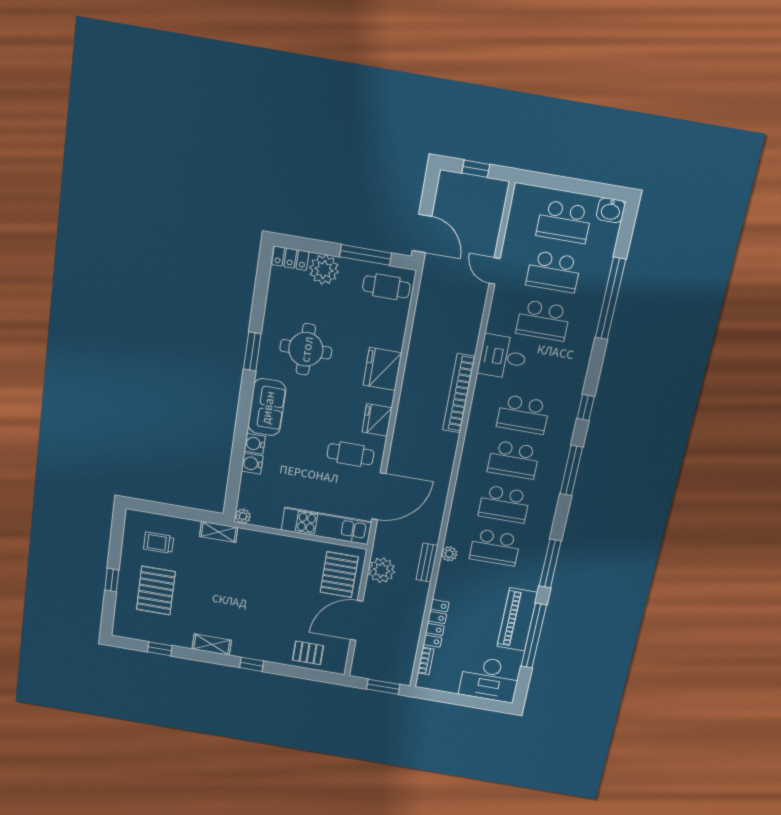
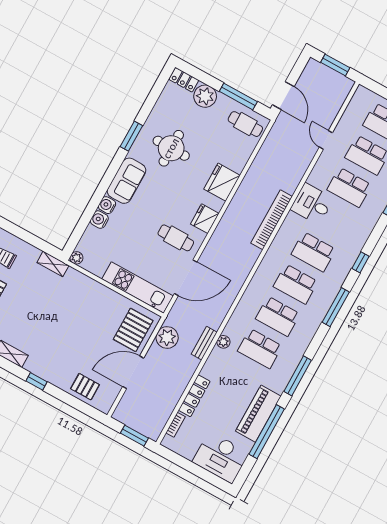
window: (476, 169) -> (335, 65), width x1.50

